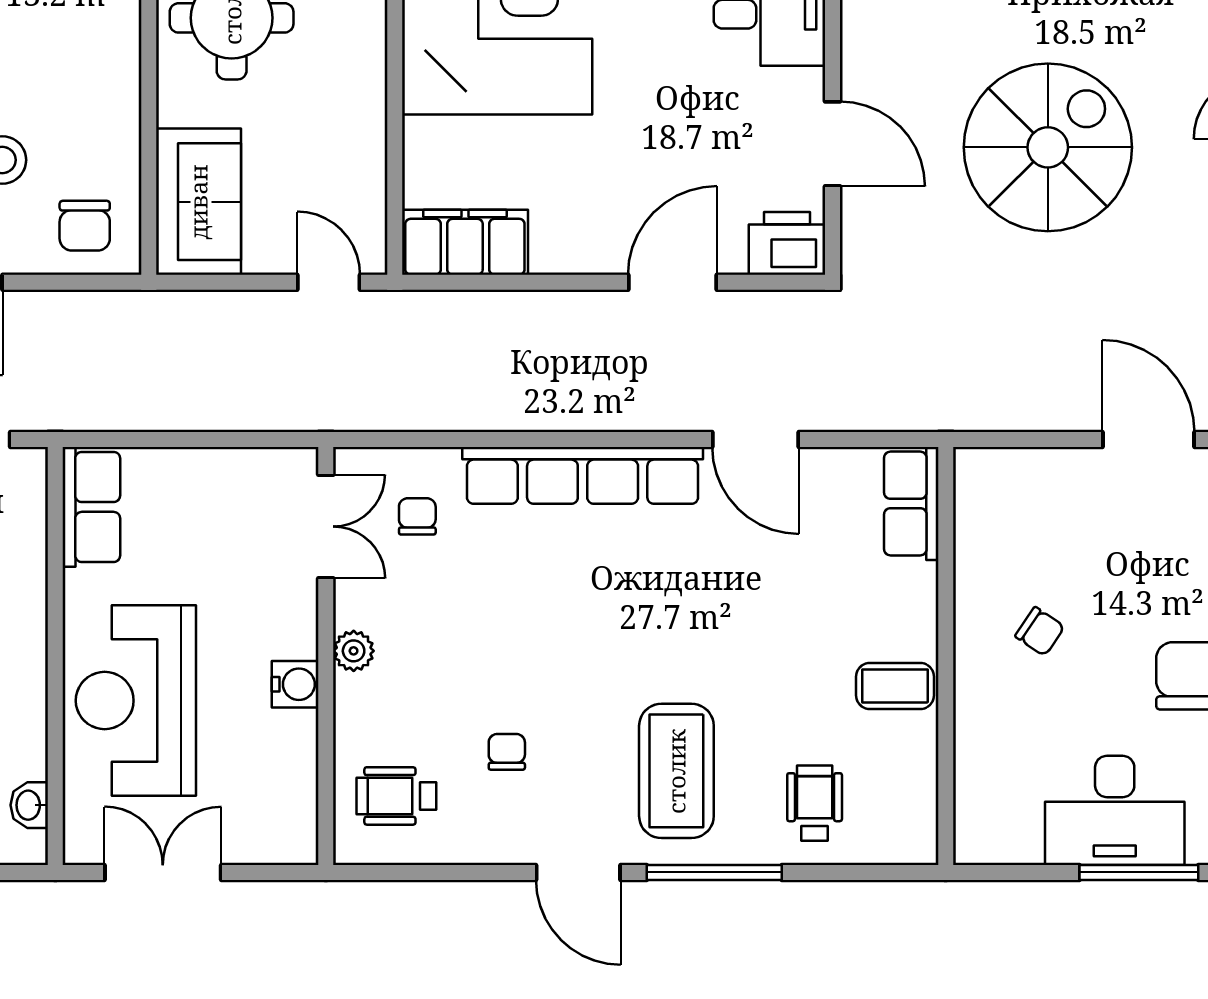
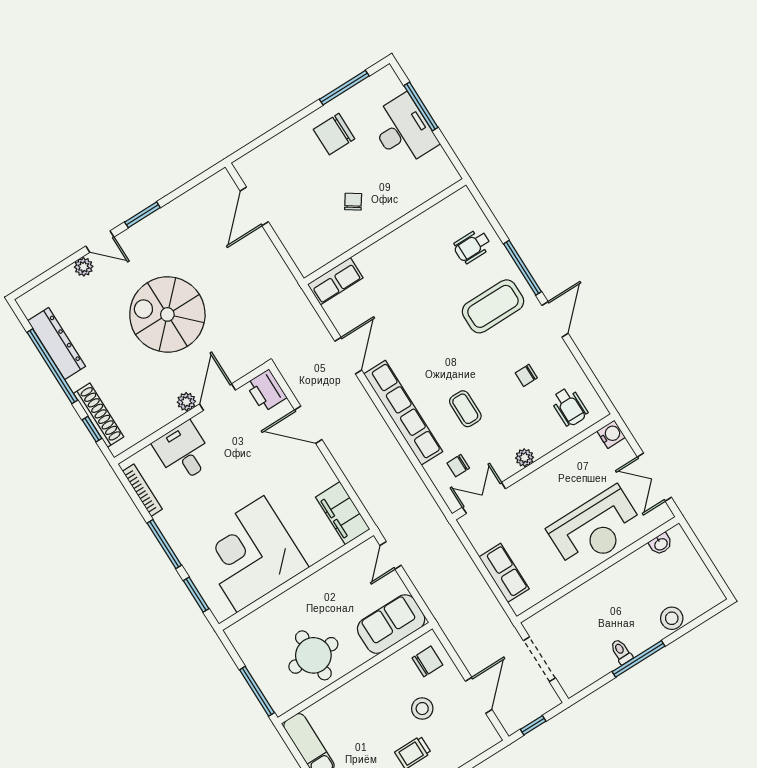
plant: (861, 80) -> (186, 402), added
row of seats: (91, 507) -> (504, 573), moved, turned 90
water cooler: (295, 684) -> (611, 434), moved, turned 90
coffee table: (895, 686) -> (465, 409), moved

